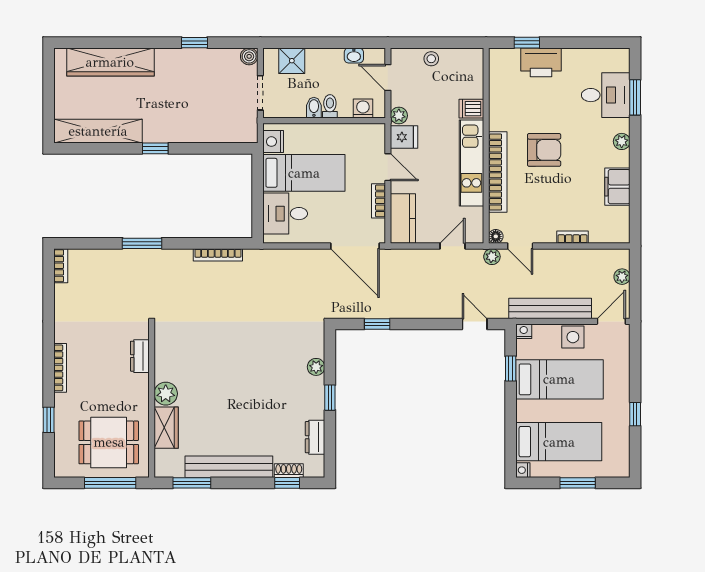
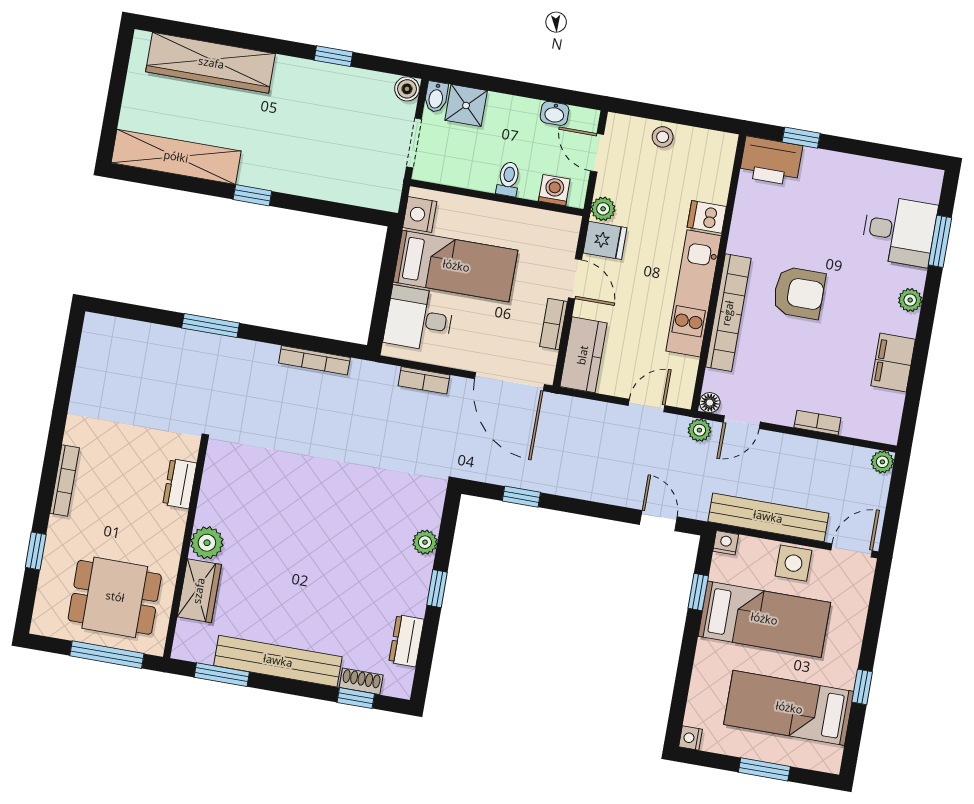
printer: (541, 62) -> (771, 161), moved
bidet: (314, 108) -> (436, 97), moved, turned 180
door: (520, 246) -> (742, 422), hinge flipped
bookcase: (61, 266) -> (424, 380), moved, turned 90
plant: (622, 277) -> (882, 462), moved
bed: (559, 442) -> (789, 708), moved, turned 180

